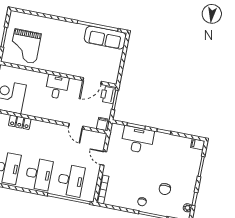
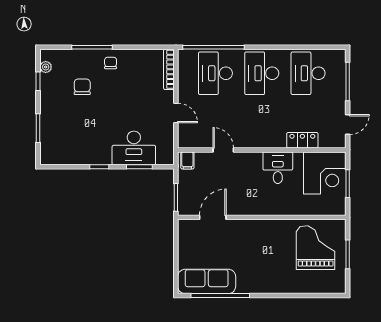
desk: (57, 87) -> (278, 168), moved, turned 180
printer: (108, 95) -> (187, 202), removed
filing cabinet: (198, 144) -> (49, 158), removed

